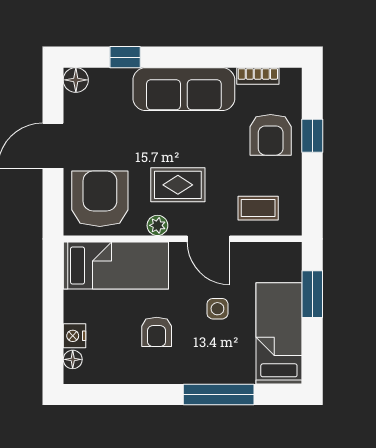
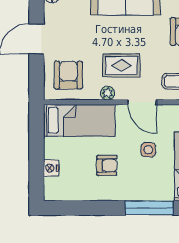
armchair: (100, 199) -> (68, 75), width x0.73, depth x0.73
armchair: (157, 332) -> (107, 165), turned -90
floor lamp: (73, 359) -> (50, 184), removed

